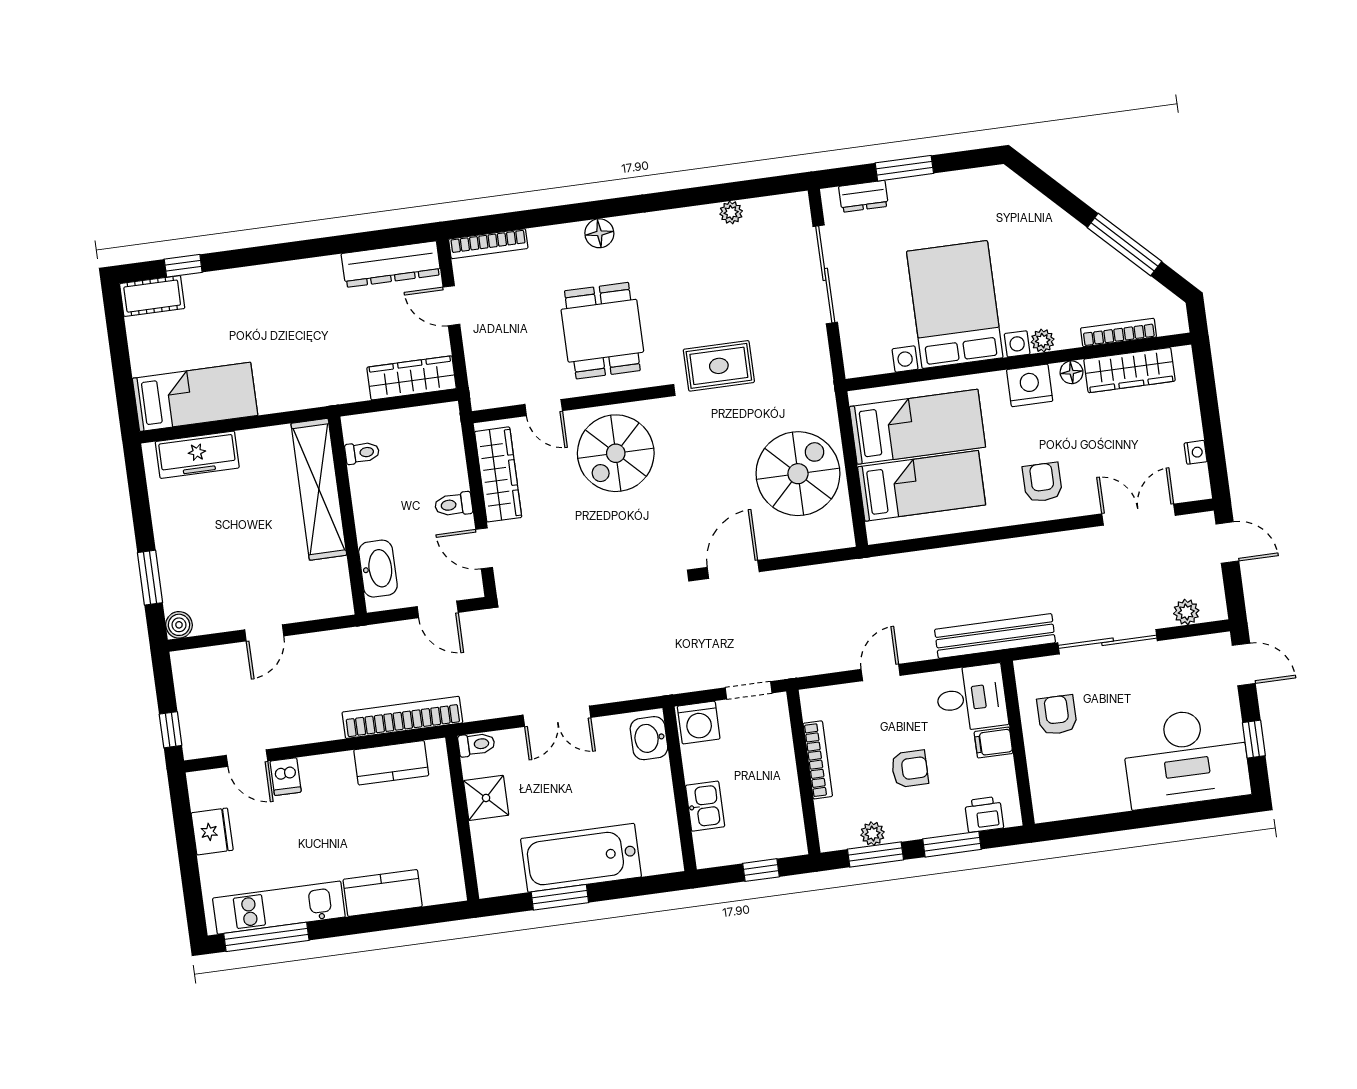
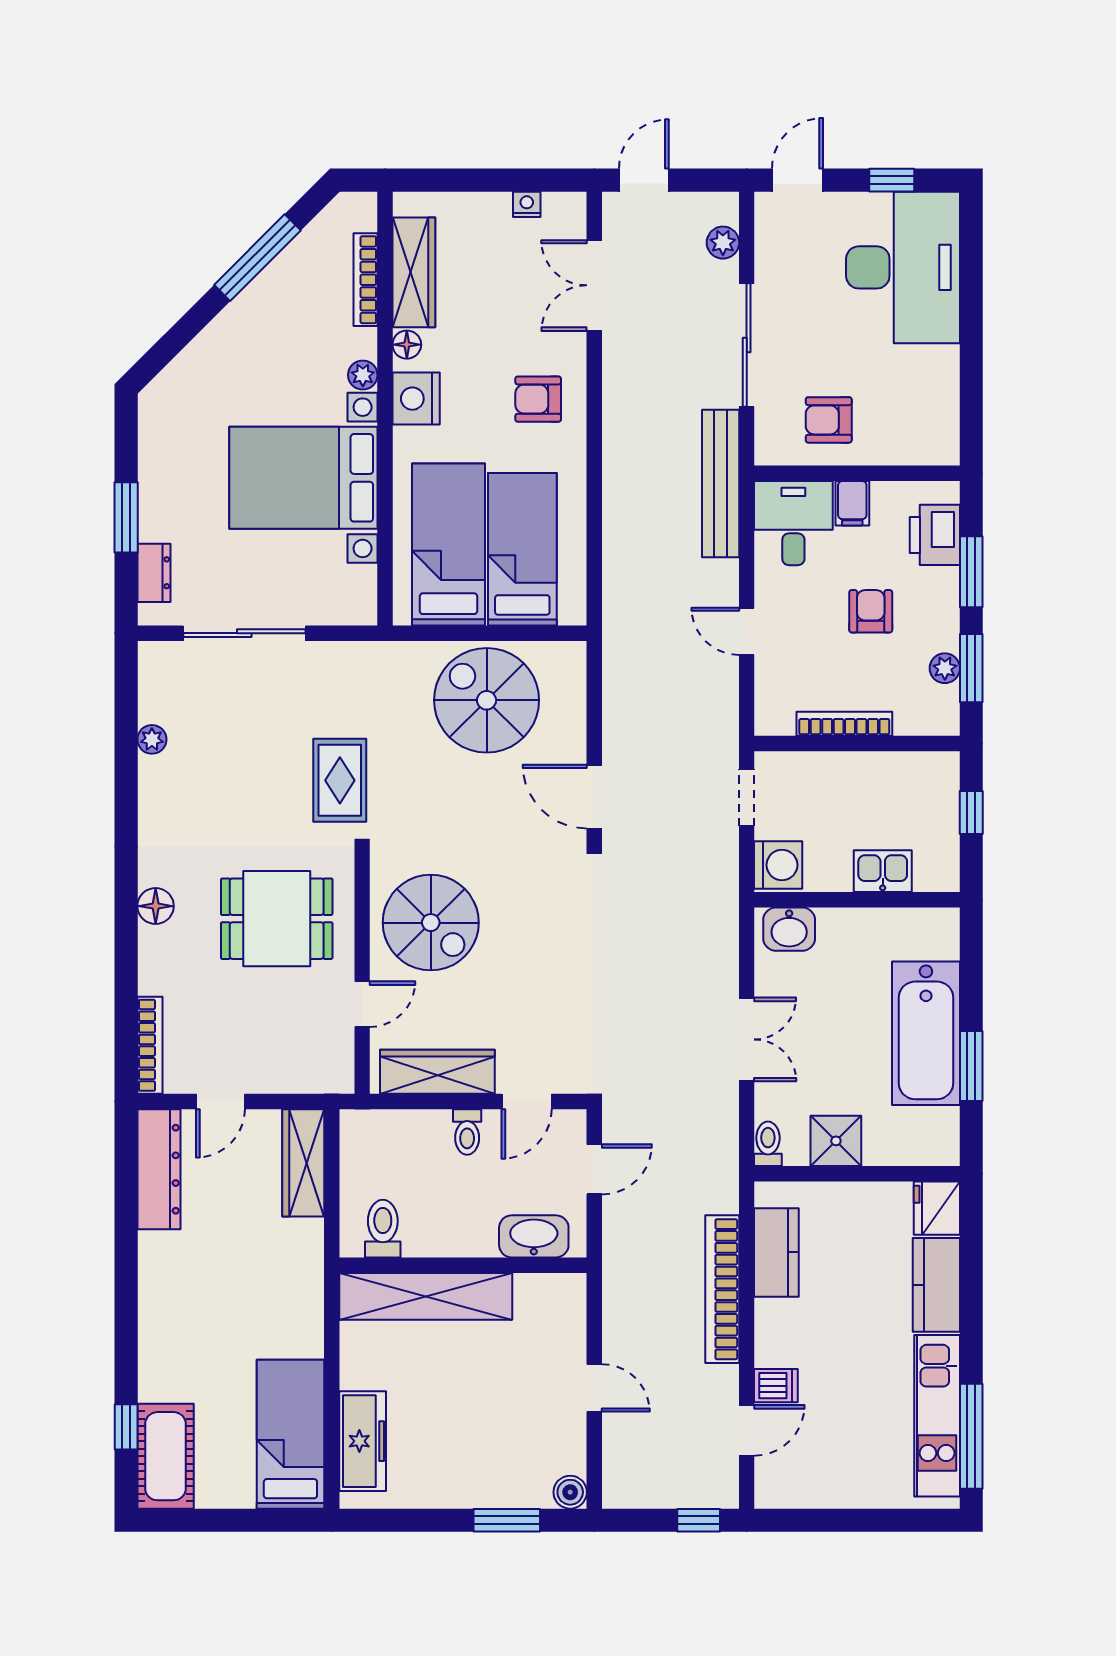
cot: (152, 296) -> (166, 1456), width x1.37, depth x1.34
toilet: (362, 453) -> (383, 1229), width x1.37, depth x1.39
bookcase: (402, 717) -> (722, 1289), moved
printer: (984, 814) -> (935, 535), width x1.36, depth x1.24
fridge: (212, 831) -> (937, 1208), moved, turned -90

